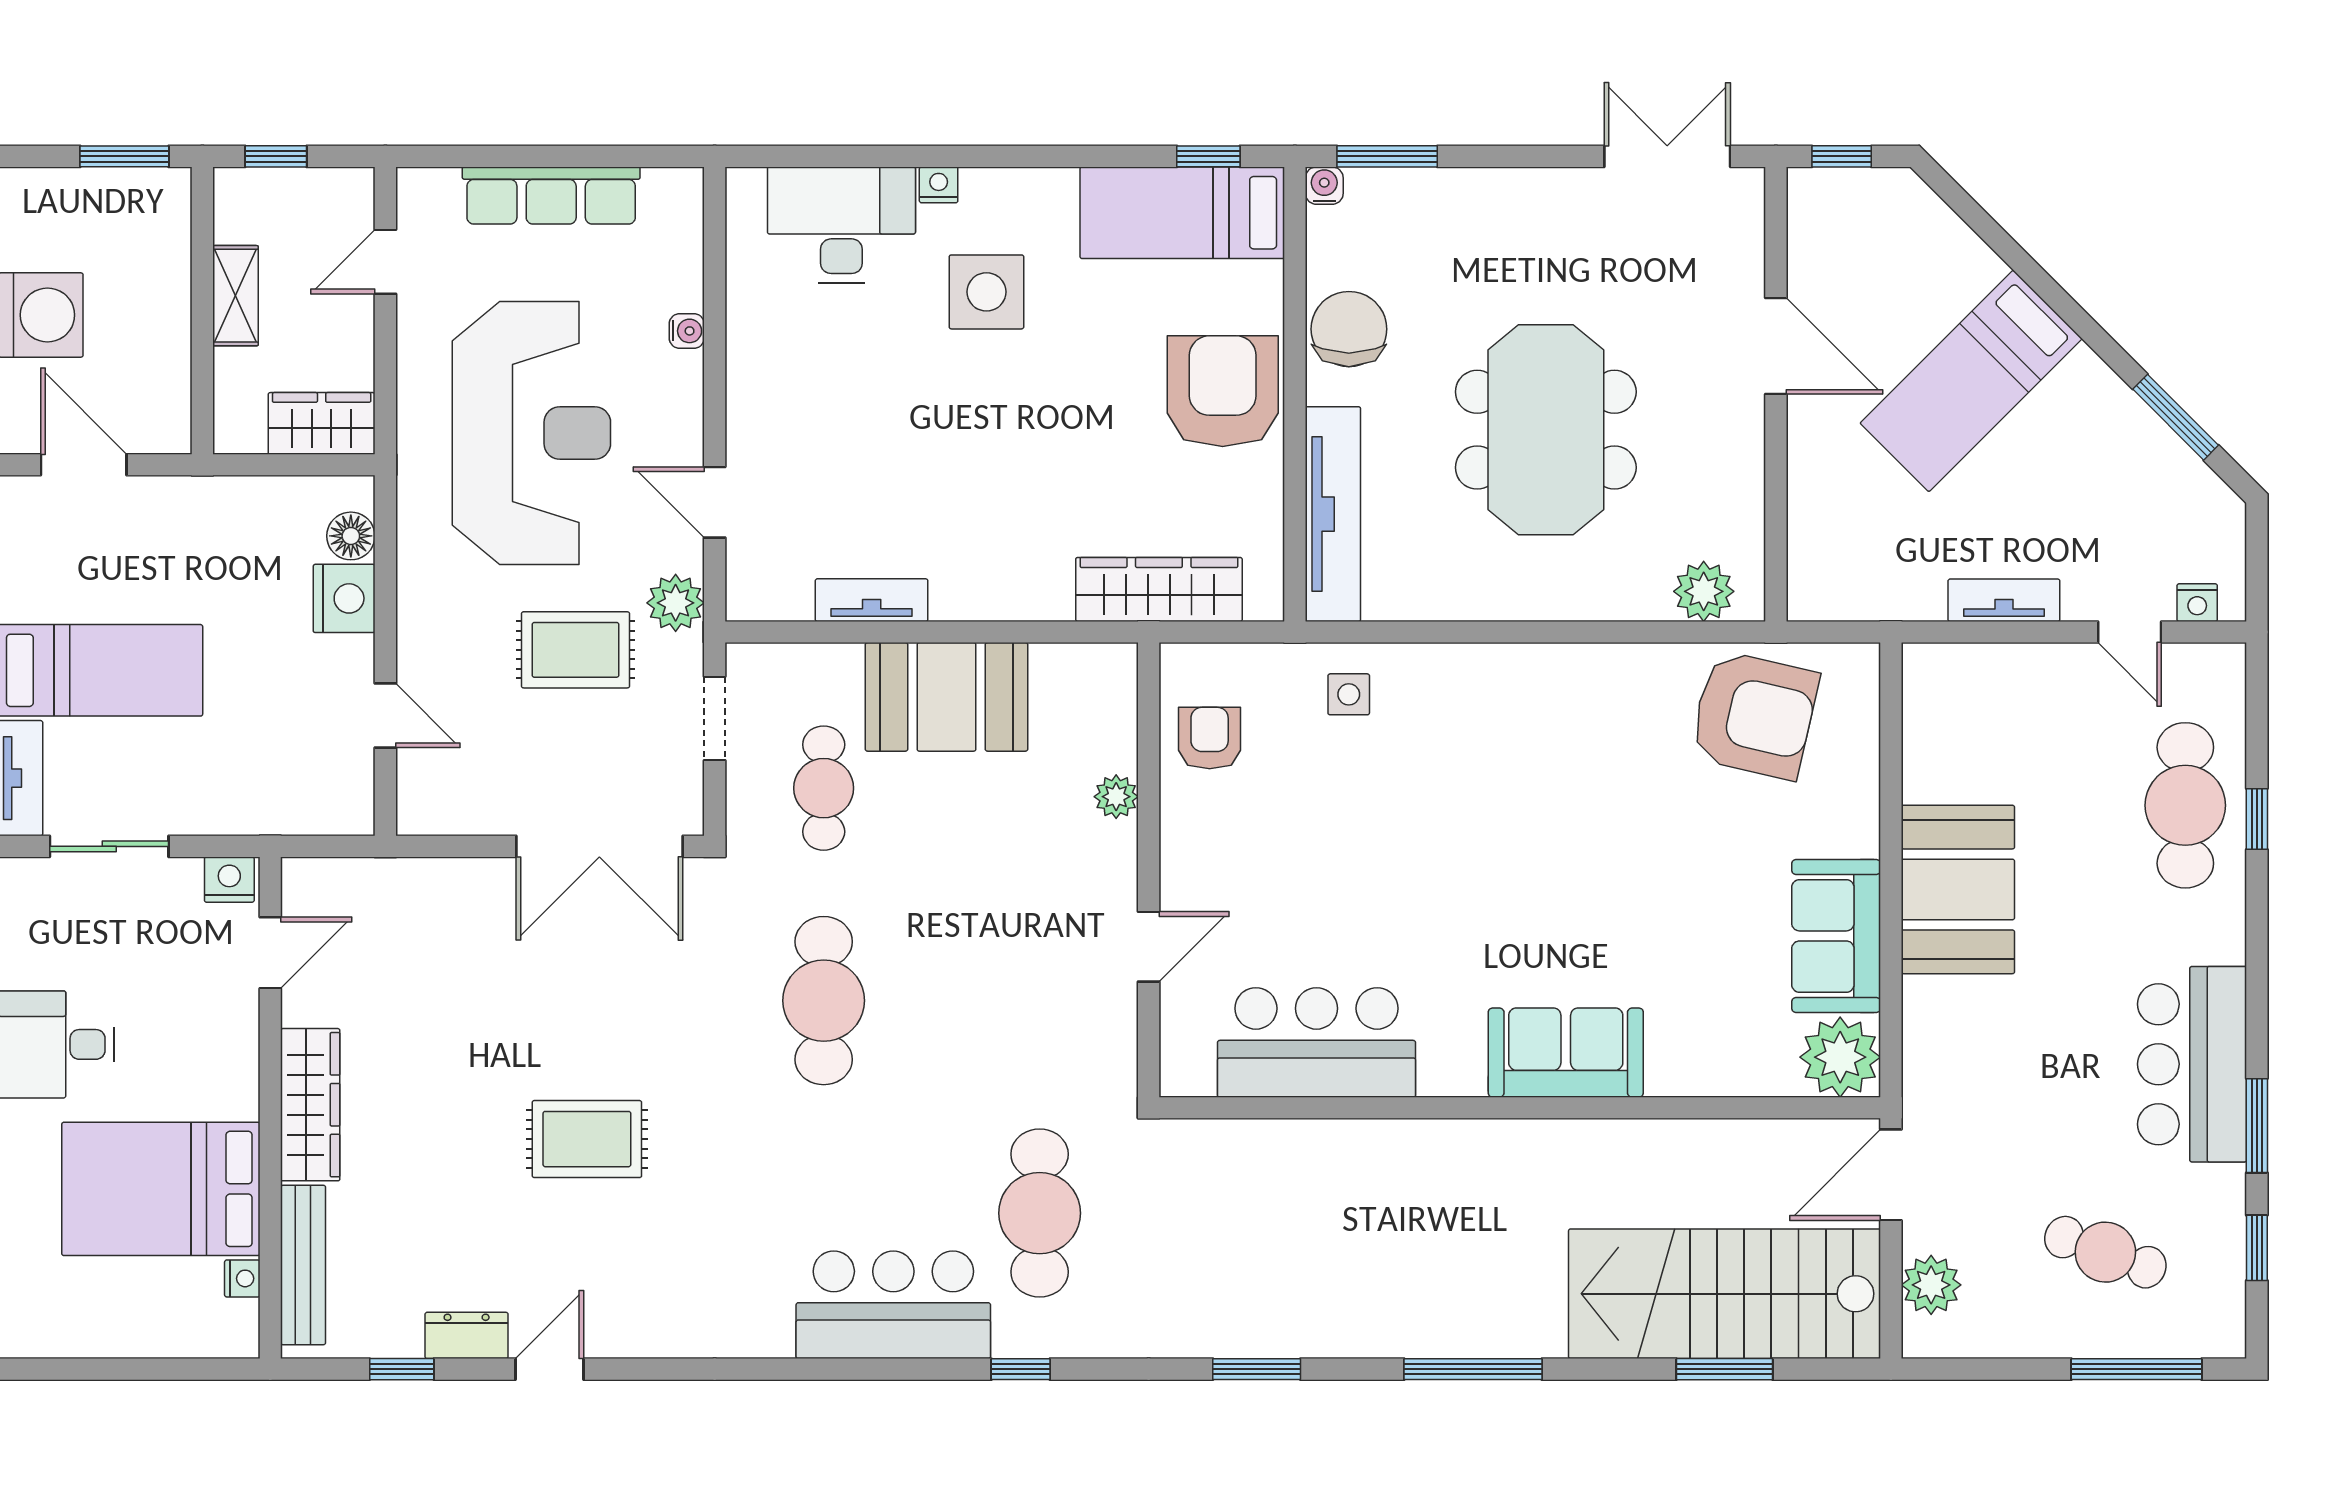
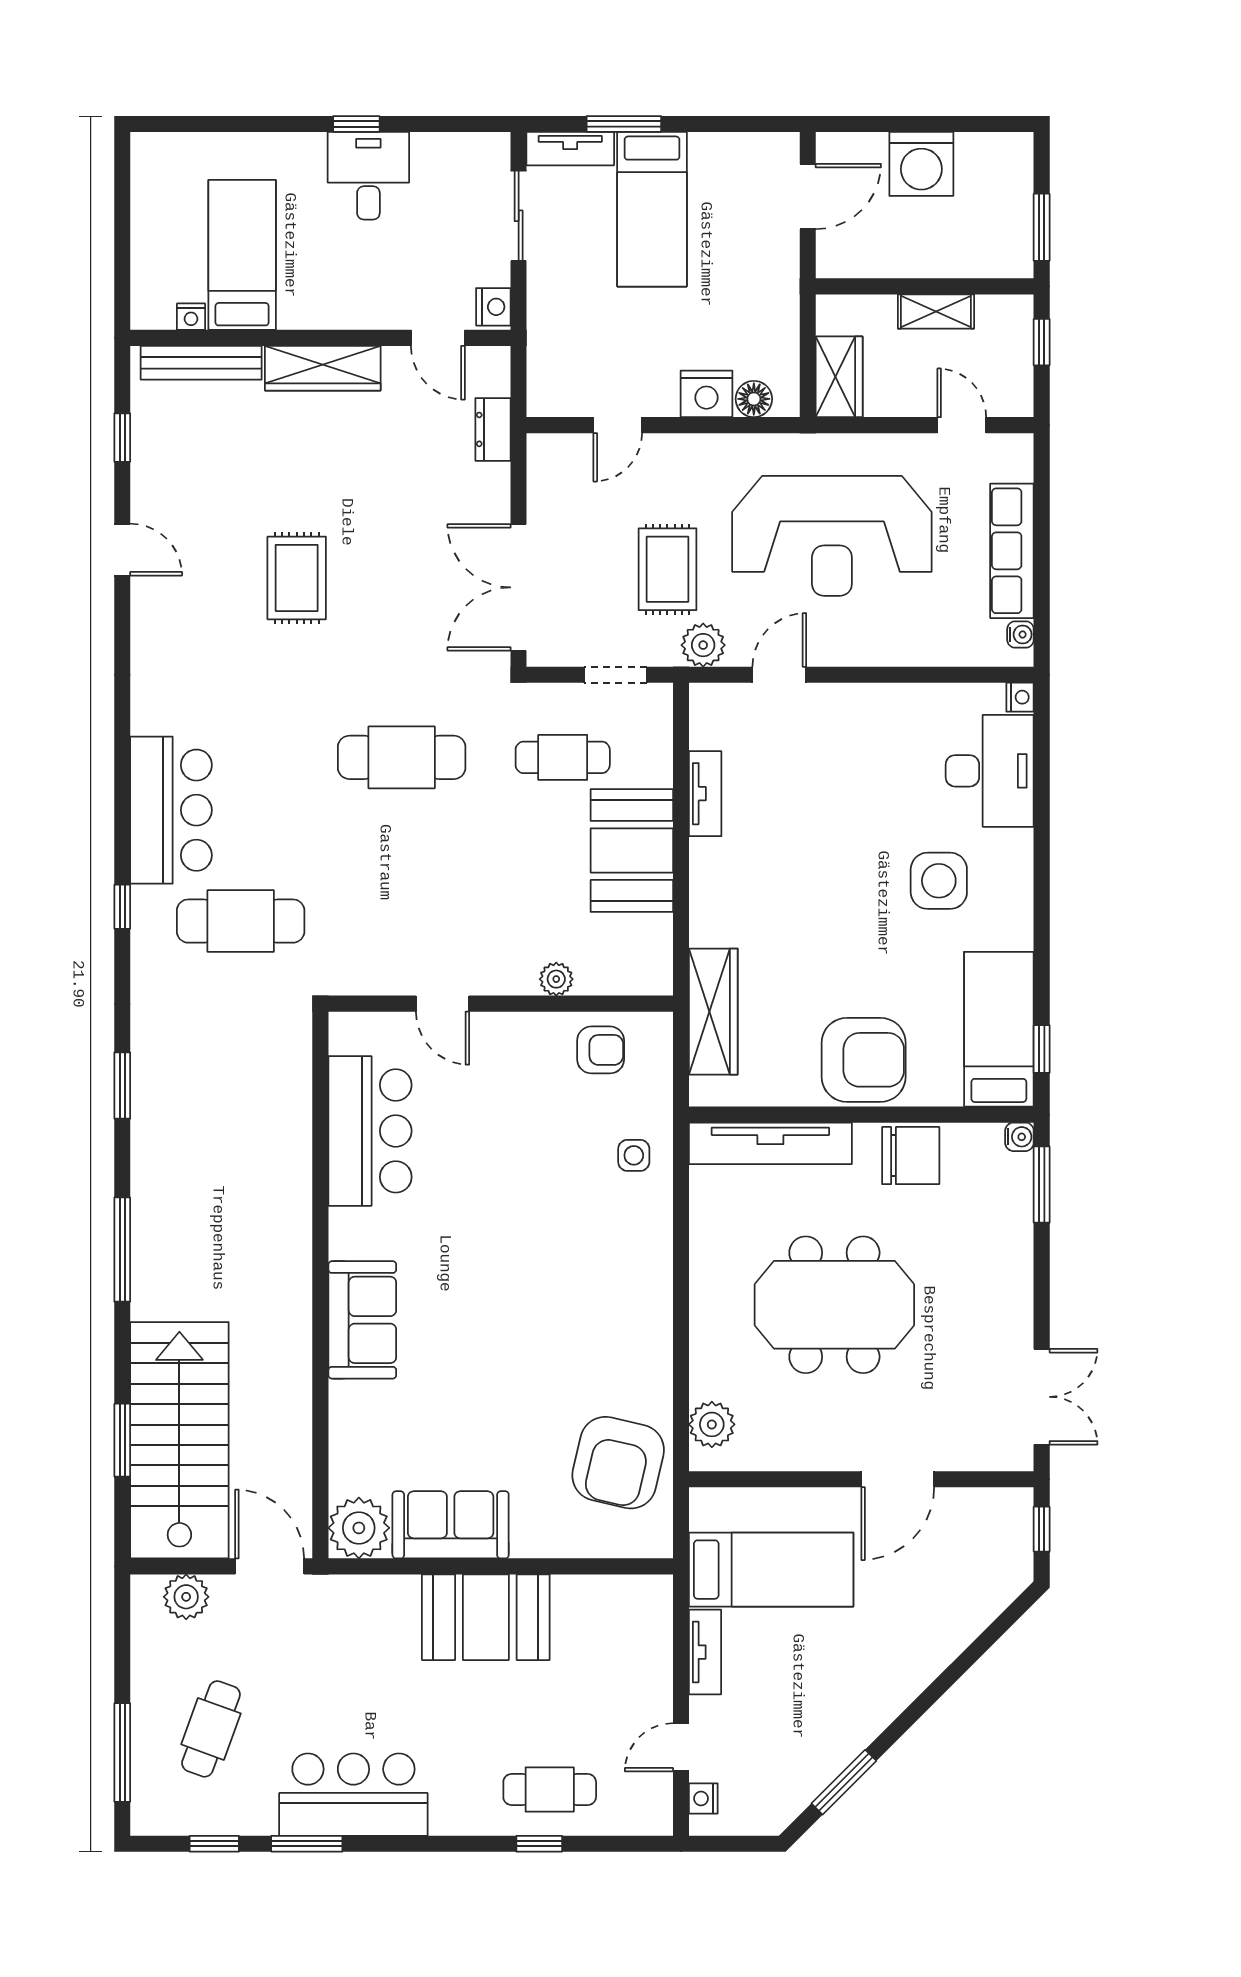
nightstand: (939, 185) -> (1020, 697), moved
water cooler: (687, 331) -> (1020, 634), moved, turned -90
bed: (1971, 381) -> (771, 1570), moved, turned 135
cafe table: (2185, 805) -> (550, 1790), width x0.73, depth x0.74
bed: (161, 1189) -> (242, 255), width x0.67
dresser: (467, 1335) -> (493, 429), moved, turned 180

